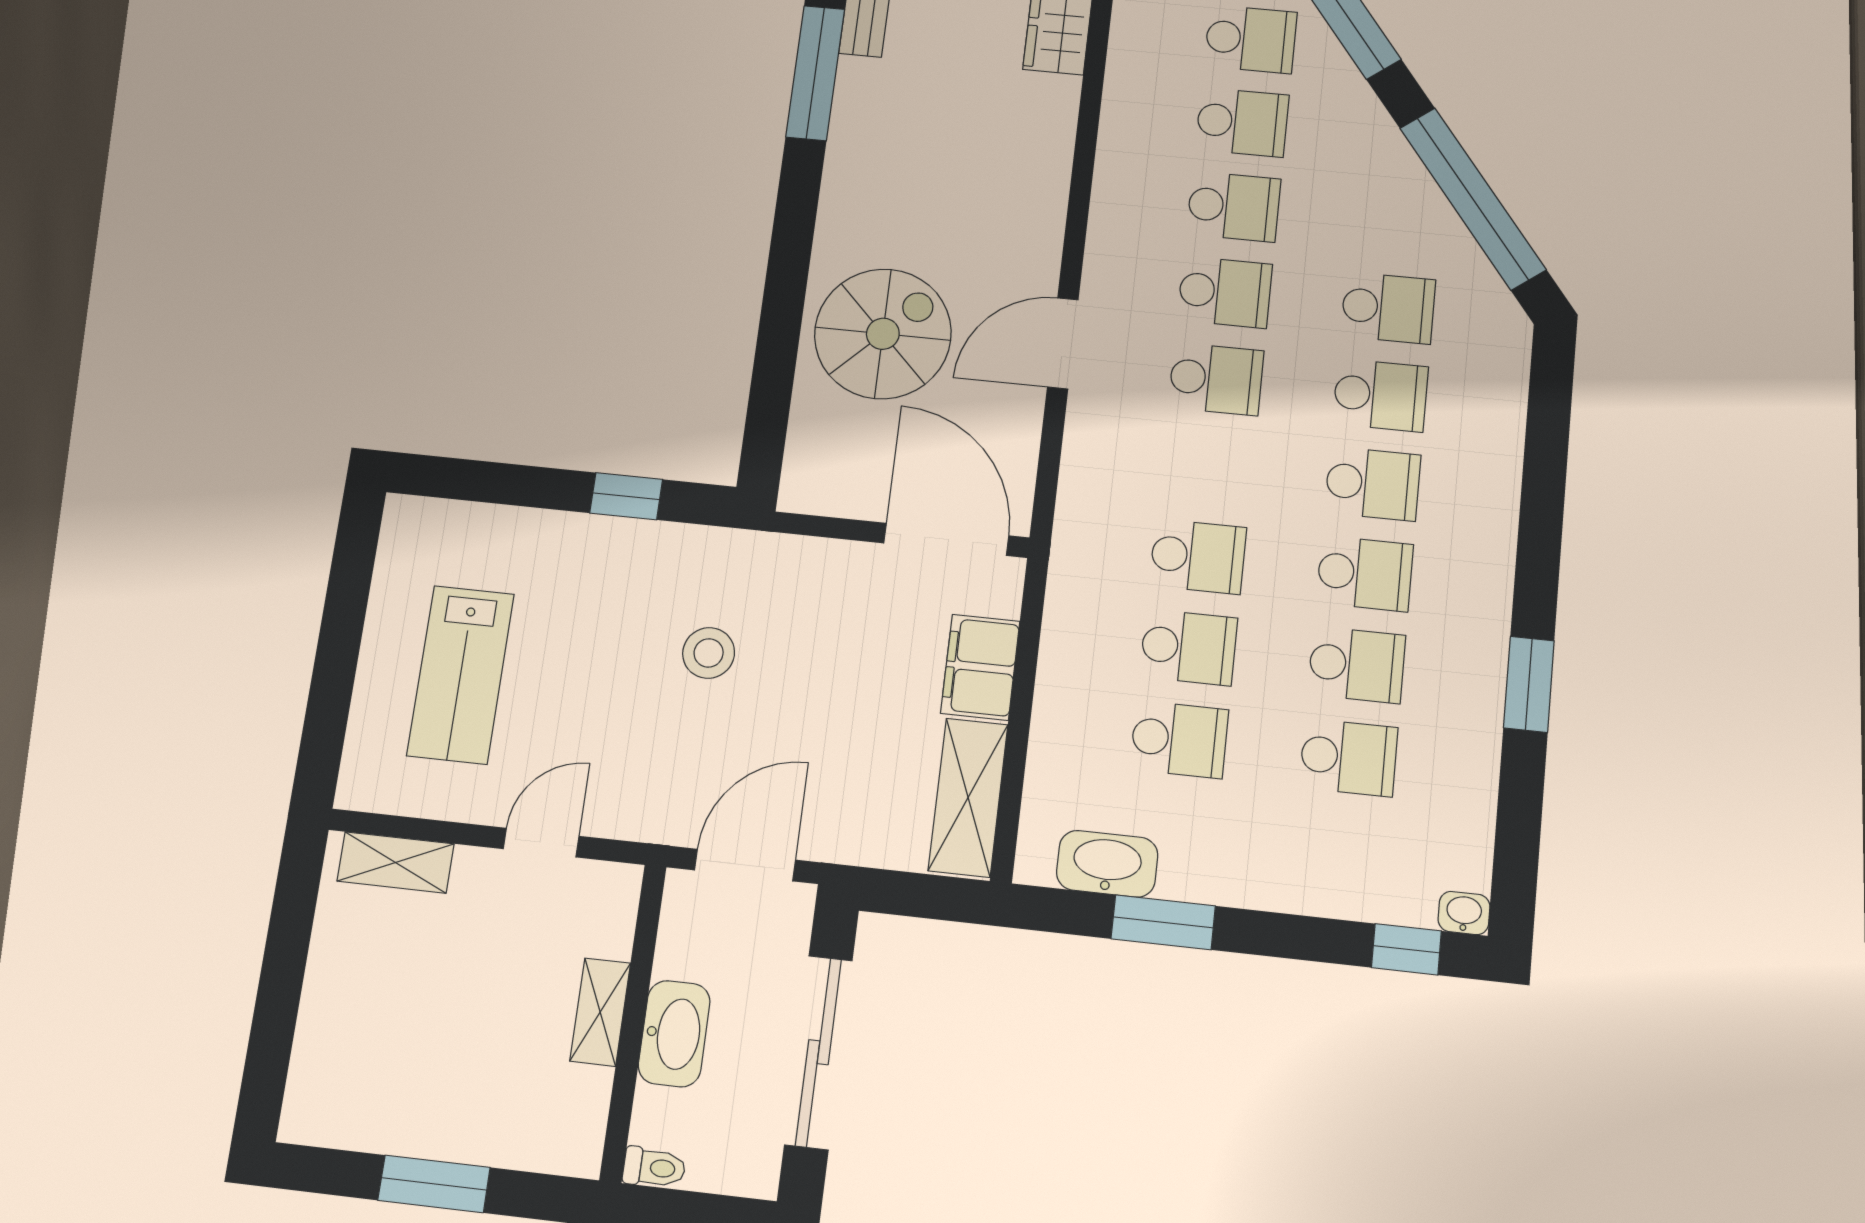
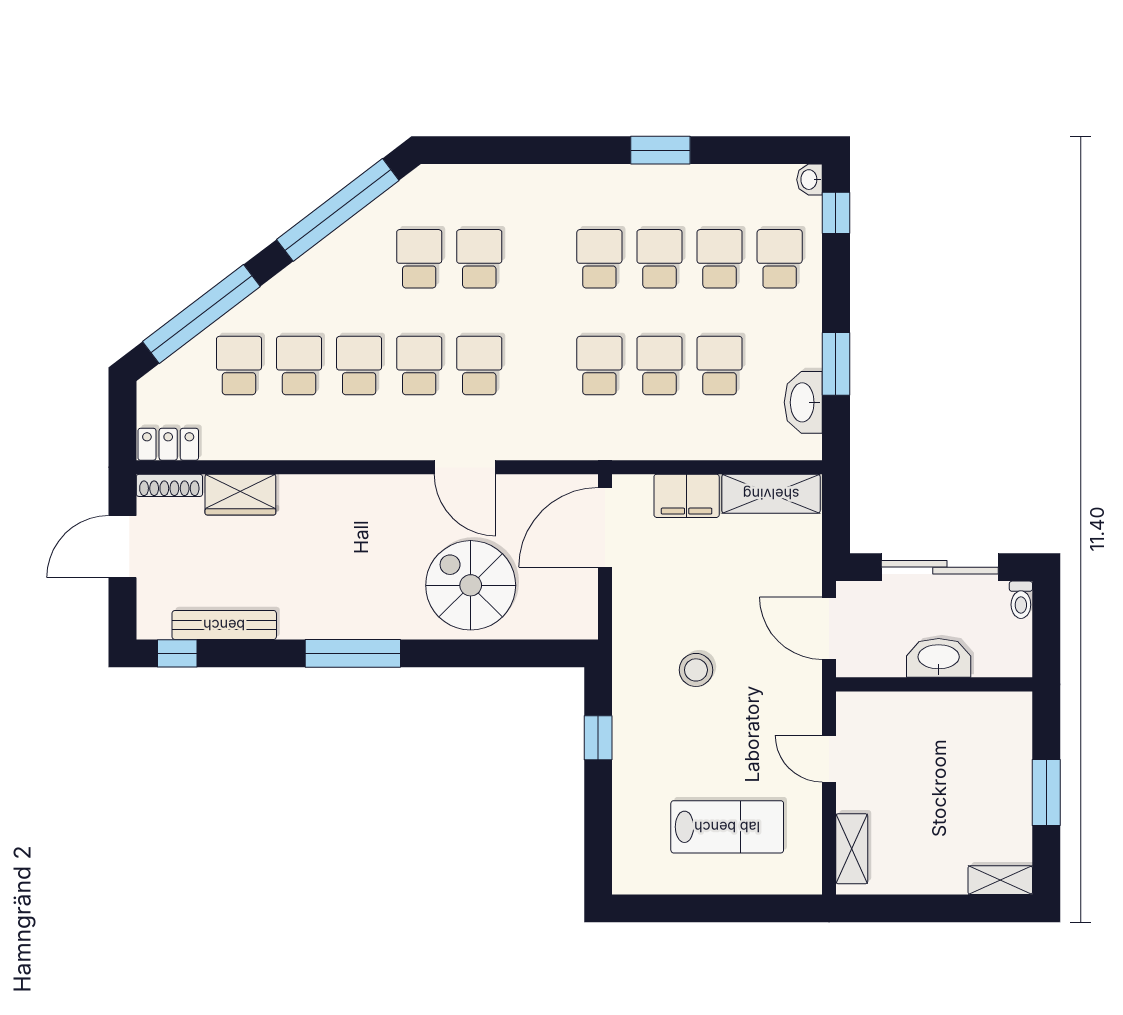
window: (815, 73) -> (353, 653), moved
school desk: (1373, 484) -> (780, 259), moved
shelving: (600, 1012) -> (1000, 880), moved
toilet: (654, 1168) -> (1021, 600), moved, turned 180

